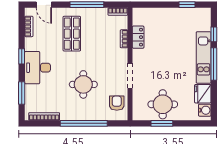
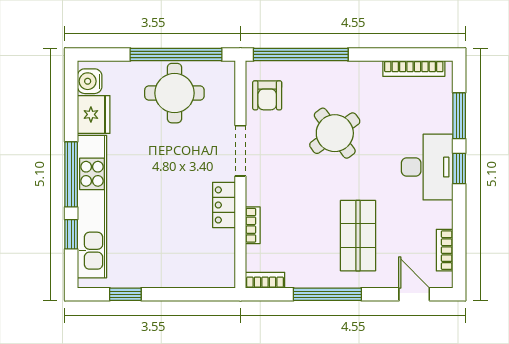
locker: (138, 37) -> (224, 205), moved
window: (22, 56) -> (459, 169), moved
kitchen unit: (204, 57) -> (92, 207), width x1.36
round table: (83, 84) -> (335, 133), turned -36
window: (84, 123) -> (301, 54), moved
window: (162, 123) -> (176, 54), width x2.11

